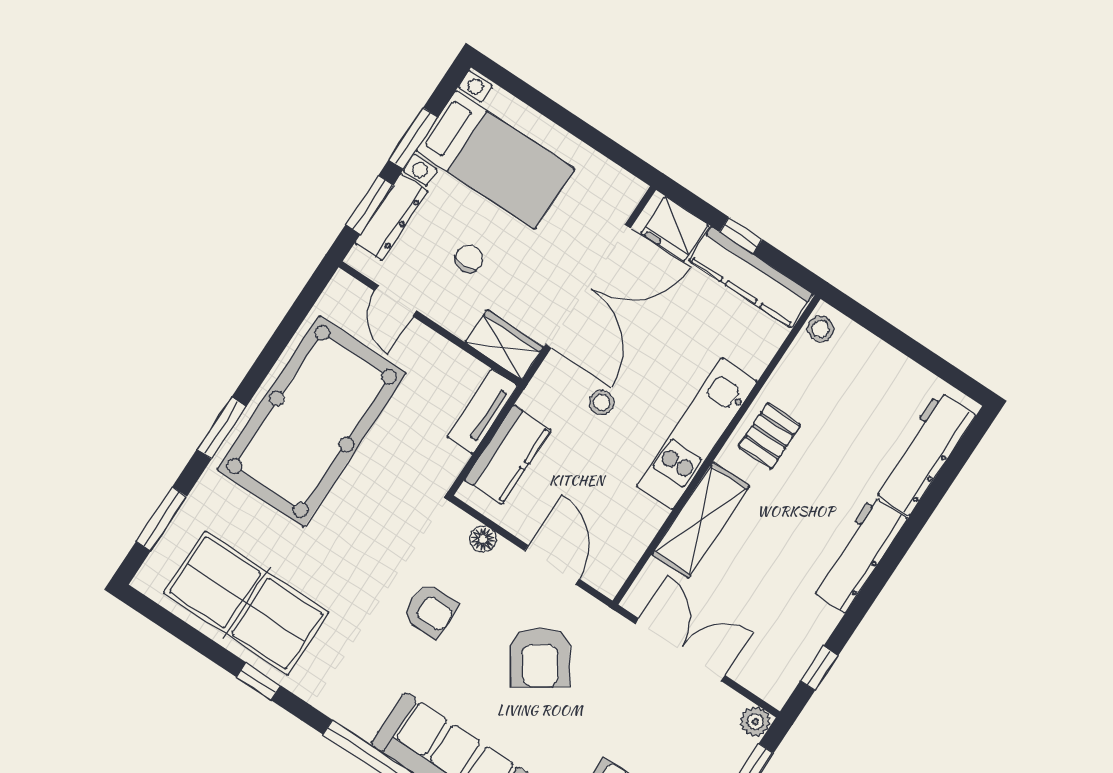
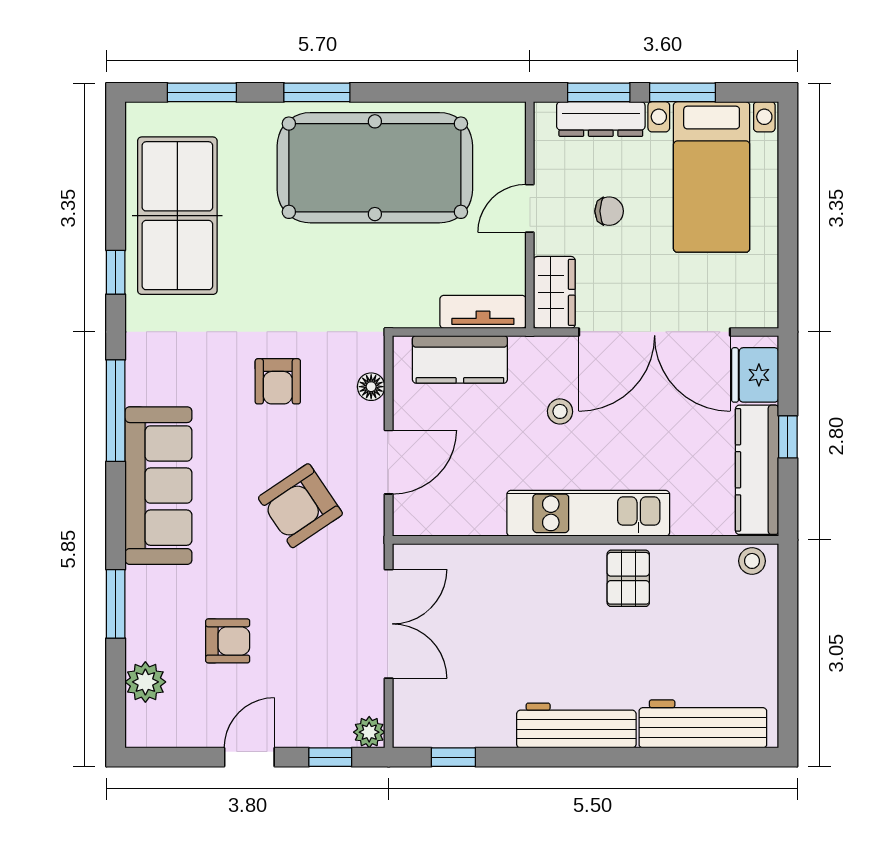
door: (396, 301) -> (530, 208), moved
pallet: (769, 436) -> (628, 578), turned 90
shelving: (701, 520) -> (514, 567), removed

